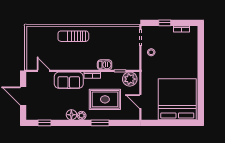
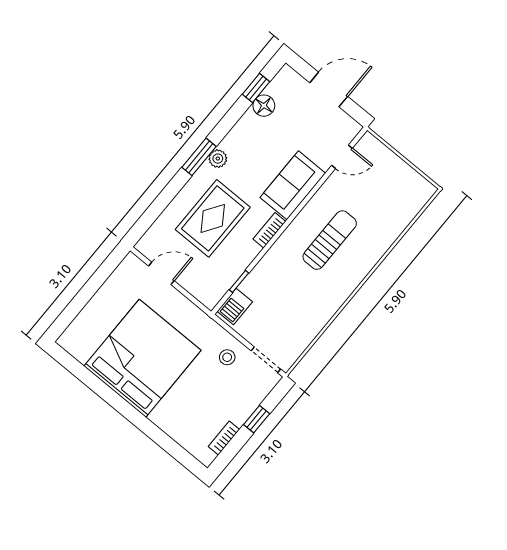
sun lounger: (73, 36) -> (330, 240), moved
barbecue: (105, 65) -> (235, 307), moved
plant: (130, 79) -> (212, 286), removed
bed: (177, 99) -> (142, 358), moved, turned -90
floor lamp: (71, 115) -> (264, 106), moved
window: (100, 123) -> (199, 157), moved

